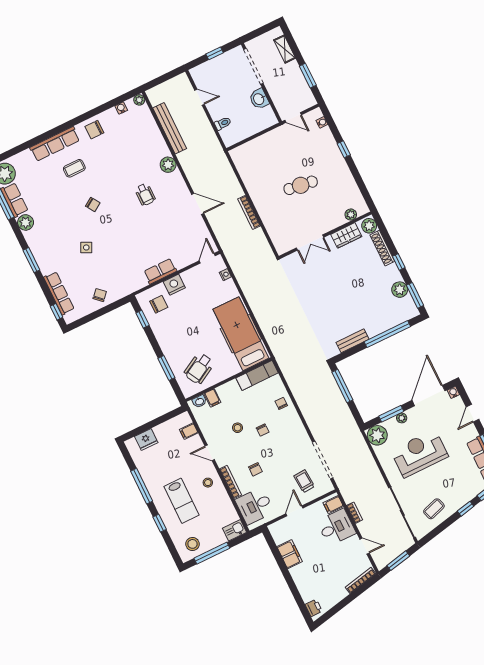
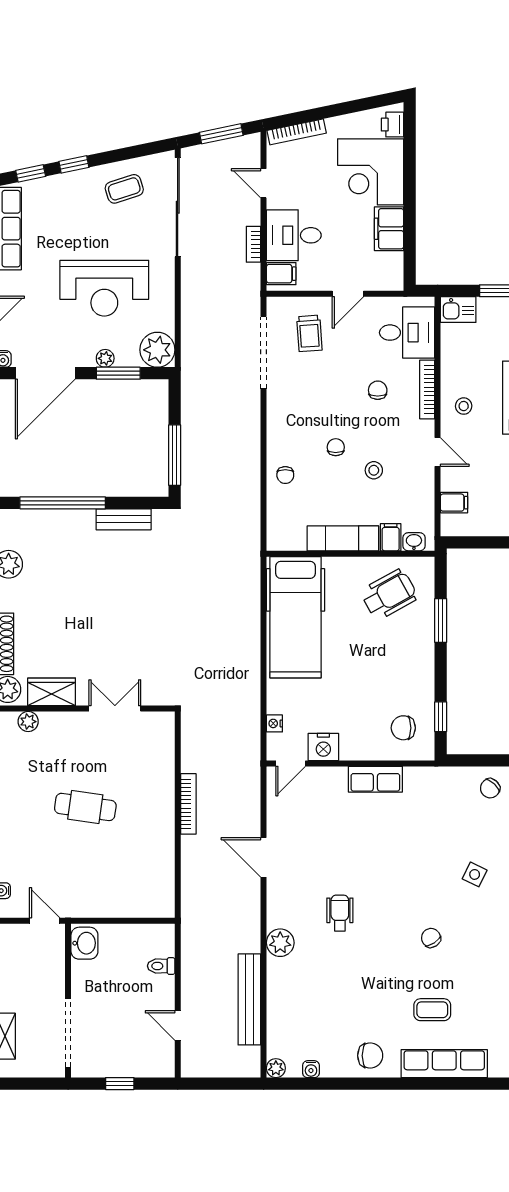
washbasin: (259, 99) -> (84, 943), moved
nightstand: (174, 285) -> (323, 747), moved
exam couch: (257, 375) -> (343, 538), moved
corner desk: (313, 578) -> (371, 172), added

